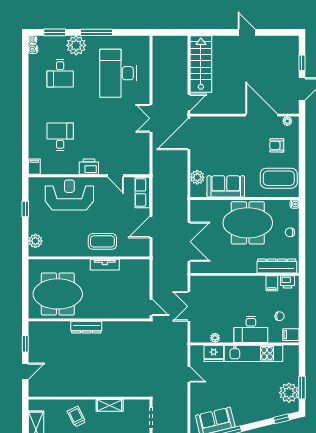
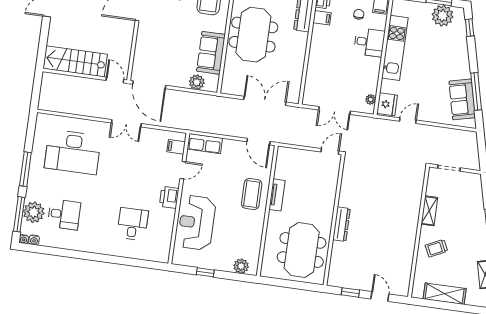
window: (55, 32) -> (19, 214), width x1.44
plant: (76, 45) -> (34, 212), moved
desk: (60, 137) -> (133, 224), turned 90
filing cabinet: (34, 167) -> (176, 147), moved
door: (151, 227) -> (258, 142), moved
desk: (251, 329) -> (369, 42), width x0.73
plant: (215, 338) -> (371, 99), moved
fridge: (214, 353) -> (387, 104), moved

